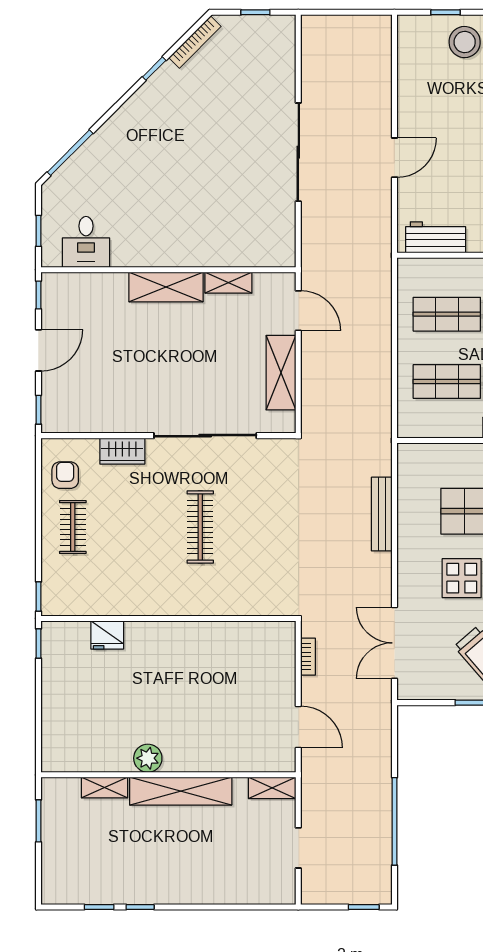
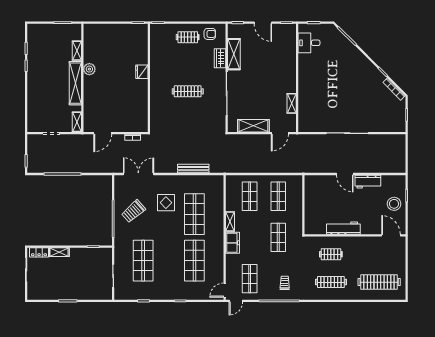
workbench: (436, 237) -> (368, 182), moved, turned 90
shelving: (166, 287) -> (234, 54), moved
fridge: (107, 635) -> (142, 72), moved

